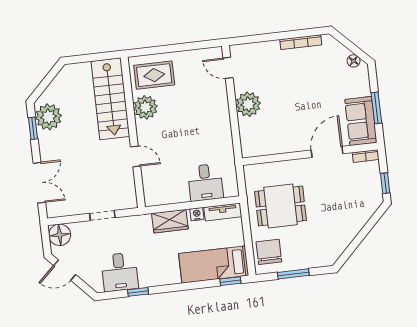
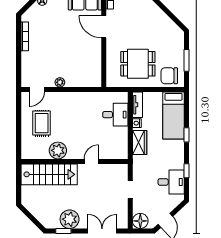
rug: (154, 75) -> (42, 123), moved
plant: (248, 104) -> (60, 82), width x0.53, depth x0.53
plant: (48, 117) -> (70, 219), moved
dining table: (281, 206) -> (138, 64), turned 90
window: (230, 281) -> (187, 135), moved

